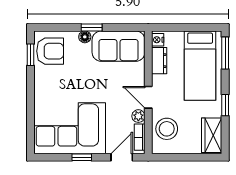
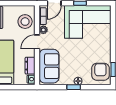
sofa: (119, 46) -> (49, 66), moved, turned 90
armchair: (50, 51) -> (100, 72), turned 90
door: (148, 97) -> (37, 42), swing flipped

